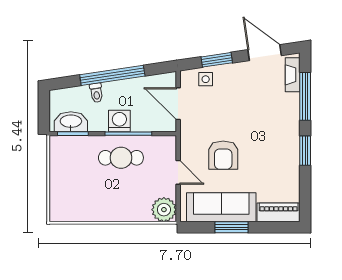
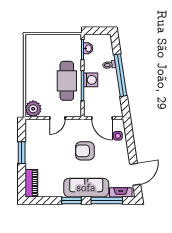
window: (217, 60) -> (130, 143), removed
door: (178, 104) -> (102, 118), swing flipped
washbasin: (71, 122) -> (88, 48), width x0.52, depth x0.69
armchair: (223, 155) -> (85, 151), moved
cafe table: (121, 158) -> (67, 81), width x1.37, depth x1.35
sofa: (221, 207) -> (86, 188), moved, turned -90

